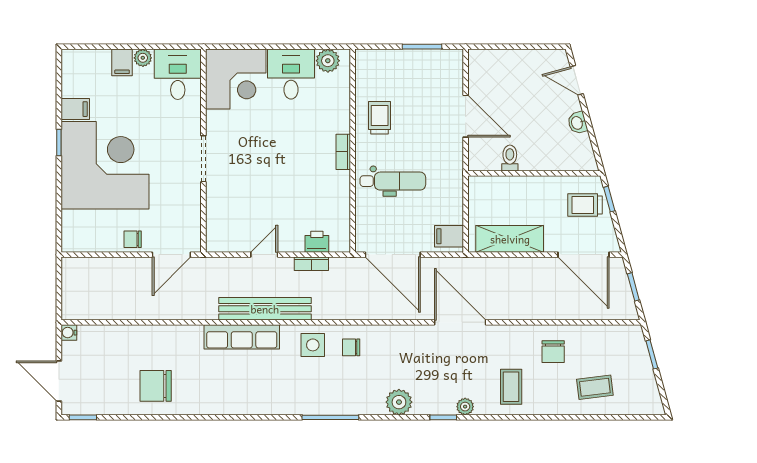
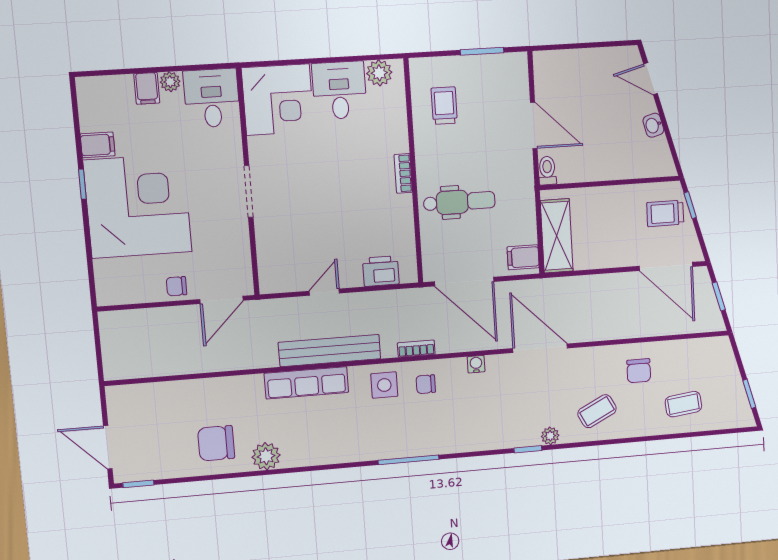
trolley: (380, 118) -> (444, 106), moved
toilet: (510, 158) -> (547, 171), moved
shelving: (510, 239) -> (557, 236), moved, turned 90
printer: (317, 242) -> (381, 271), width x1.36, depth x1.24
bookcase: (311, 264) -> (416, 349), moved, turned 180
water cooler: (69, 333) -> (476, 364), moved, turned 90
window: (652, 354) -> (749, 394), moved
coffee table: (511, 387) -> (597, 411), turned 63
plant: (399, 402) -> (266, 456), moved

